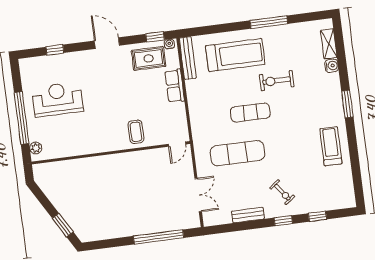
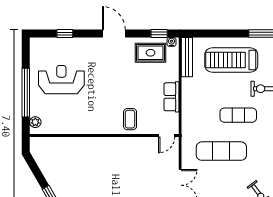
treadmill: (235, 55) -> (231, 60), turned 180
row of seats: (175, 86) -> (171, 97), moved

